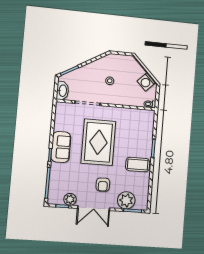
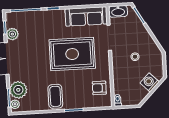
washing machine: (146, 82) -> (150, 82), moved
sofa: (61, 147) -> (86, 16), moved, width x1.36
armchair: (103, 185) -> (99, 88), moved
plant: (140, 205) -> (15, 104), added

